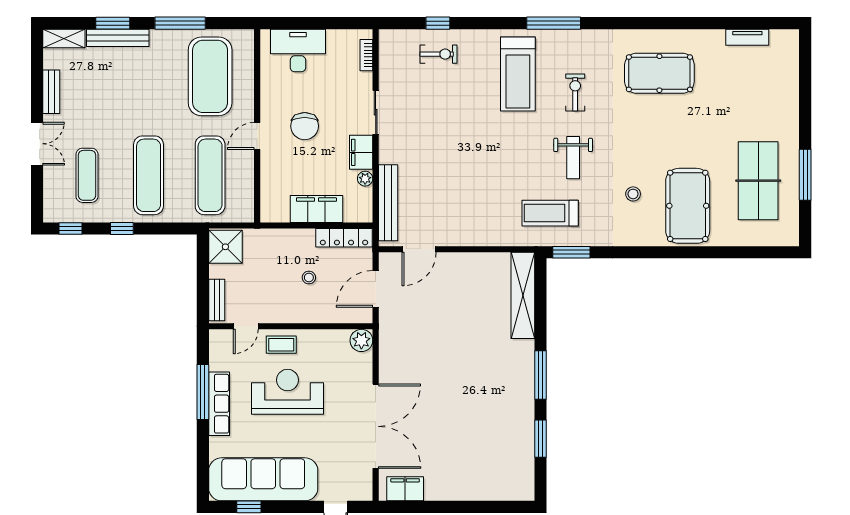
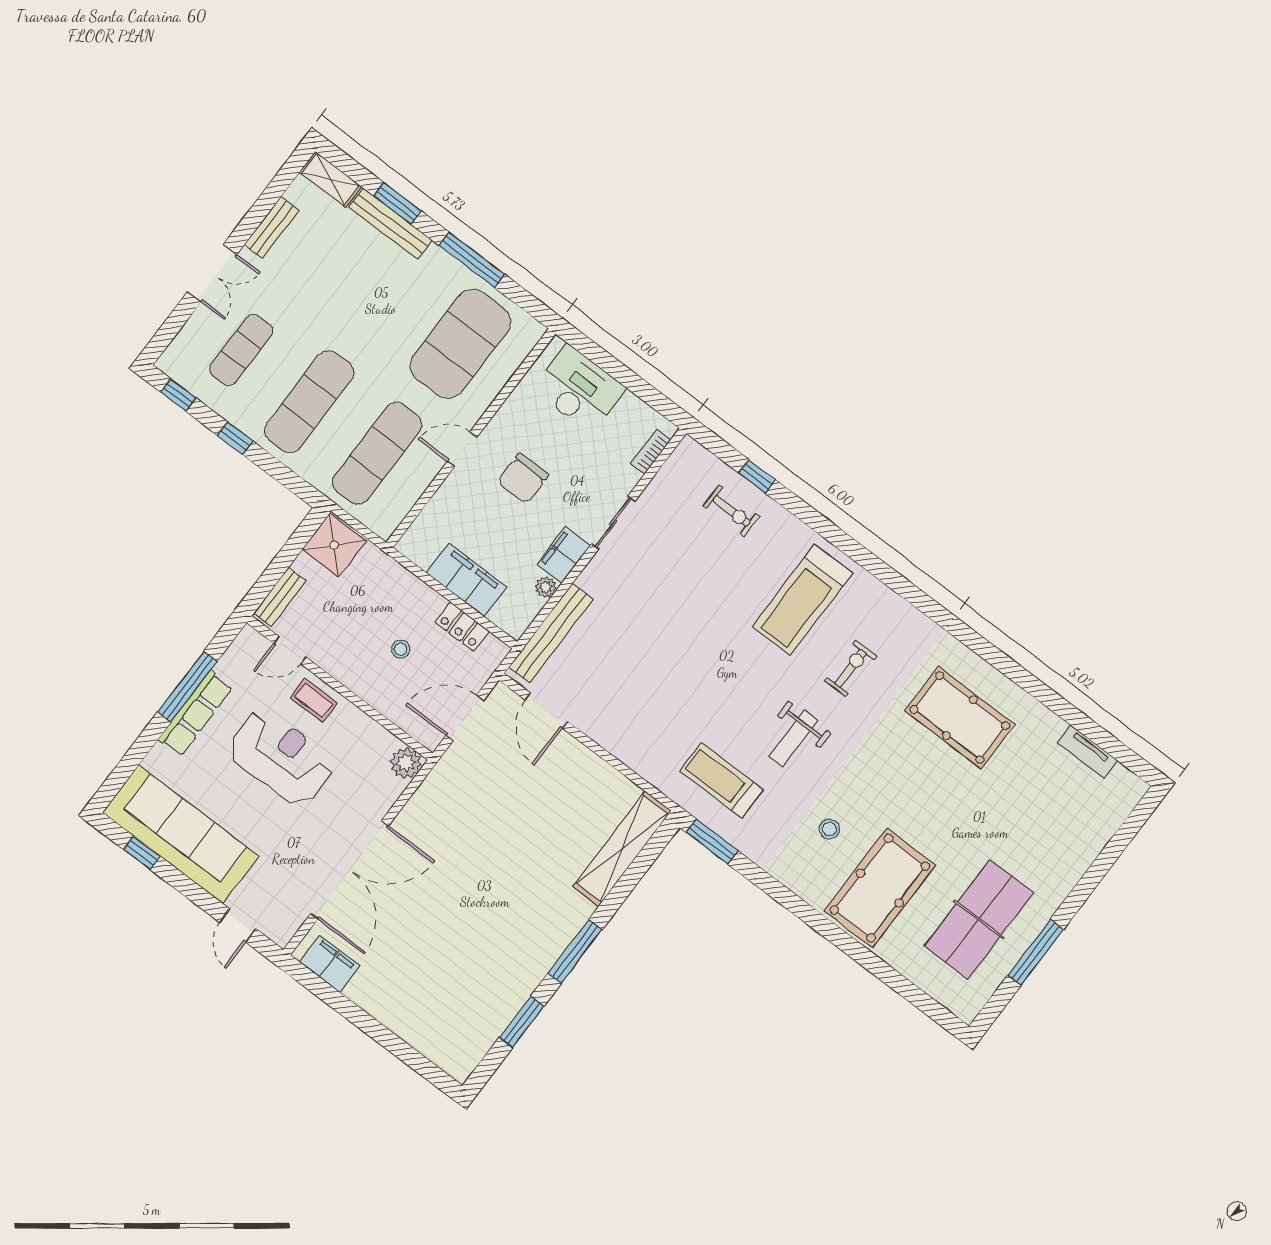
window: (554, 23) -> (885, 573), removed
locker: (344, 238) -> (462, 627), width x0.66
door: (419, 249) -> (546, 711), hinge flipped

